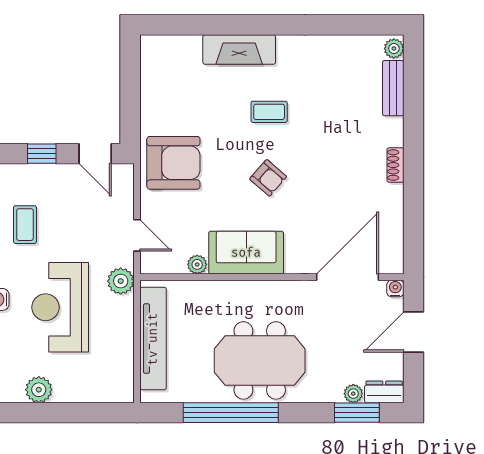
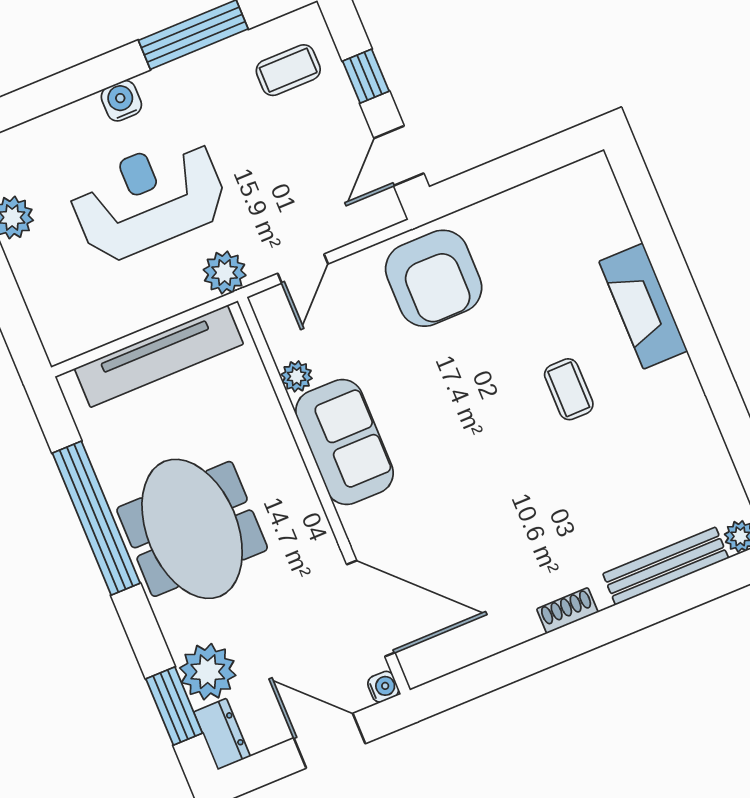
bench: (393, 88) -> (666, 566), width x1.36
armchair: (268, 178) -> (470, 429), removed
coffee table: (25, 225) -> (288, 70), moved
plant: (353, 394) -> (208, 672), width x1.87, depth x1.87

